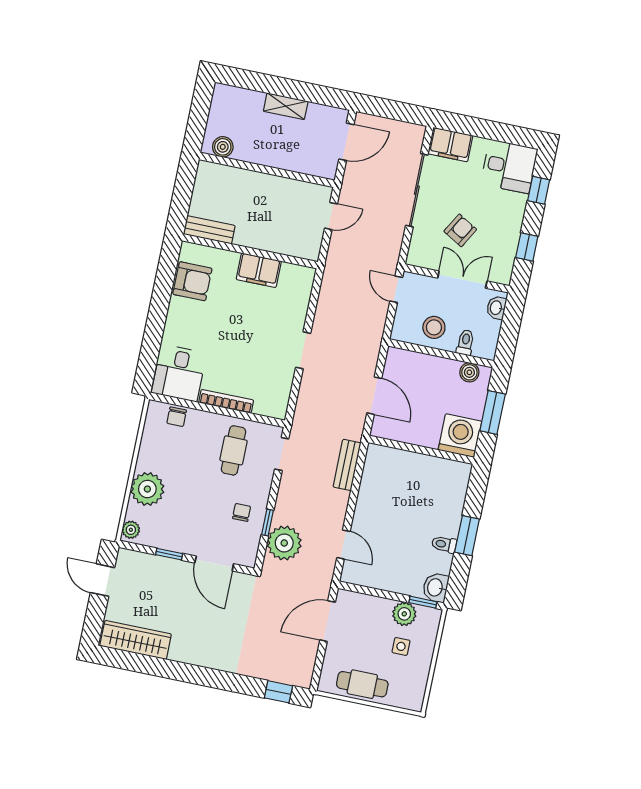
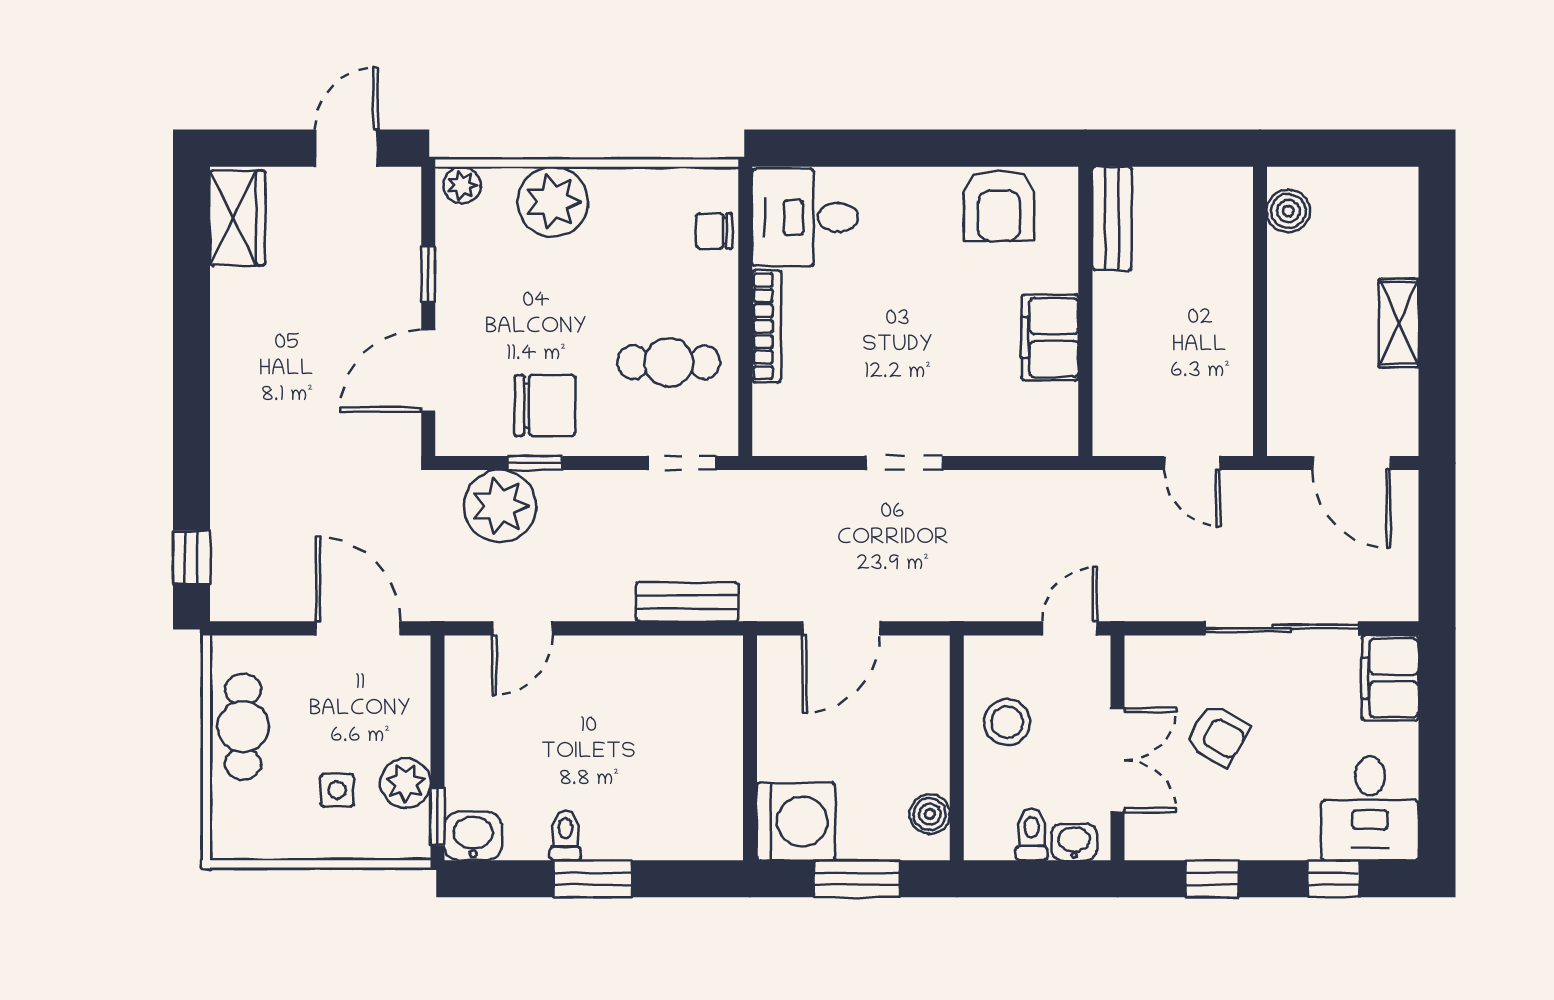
toilet: (465, 342) -> (1032, 834), moved, turned -90
chair: (242, 512) -> (545, 405), width x1.87, depth x1.87
wardrobe: (136, 640) -> (237, 218), width x0.67

